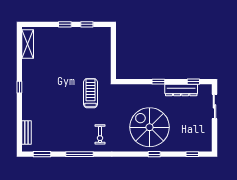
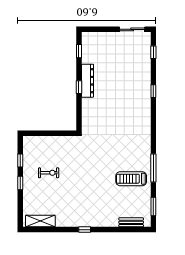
dresser: (181, 90) -> (88, 81), moved
treadmill: (90, 93) -> (131, 179), moved
sliding door: (214, 106) -> (132, 29), moved
spiral stairs: (150, 127) -> (126, 96), removed
exercise bike: (100, 134) -> (49, 173), moved

